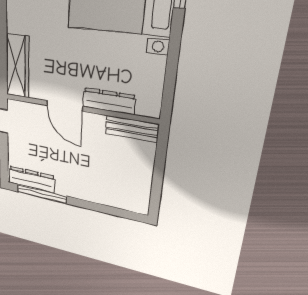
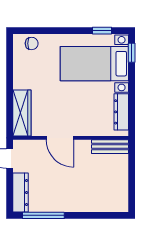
dresser: (109, 101) -> (121, 112), moved, turned -90
dresser: (32, 179) -> (21, 193), moved, turned 90

